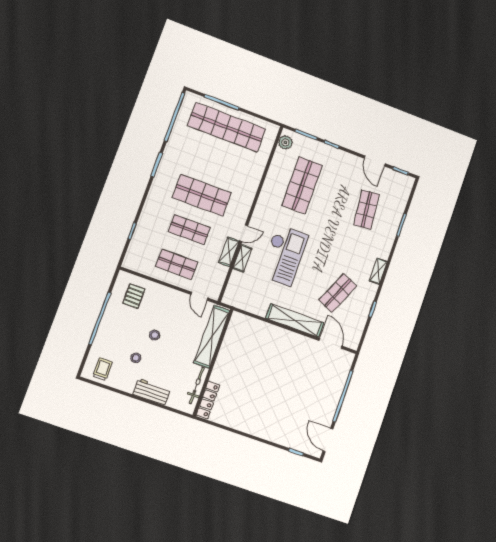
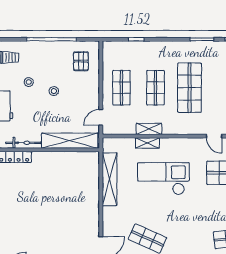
door: (244, 233) -> (214, 136), moved
checkout: (284, 255) -> (163, 179), turned 180
pallet: (134, 296) -> (81, 61), turned 90
shelving: (295, 320) -> (110, 179), moved

